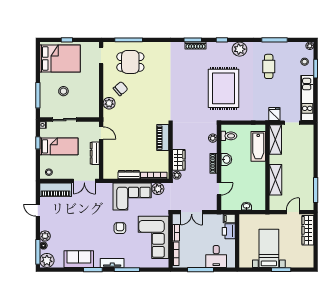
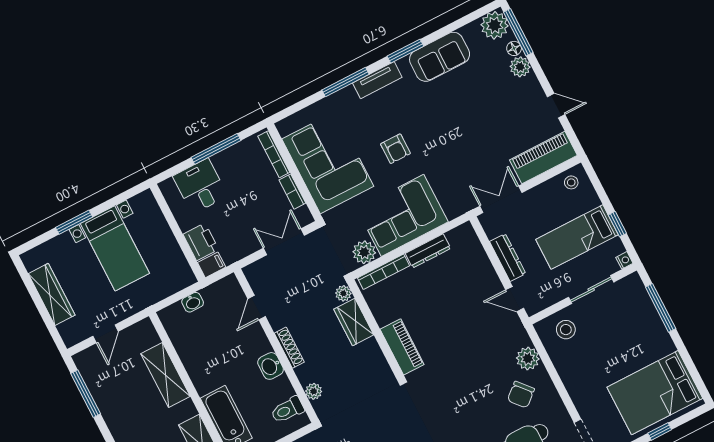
stool: (63, 91) -> (566, 330), moved
wardrobe: (308, 230) -> (52, 294), moved

